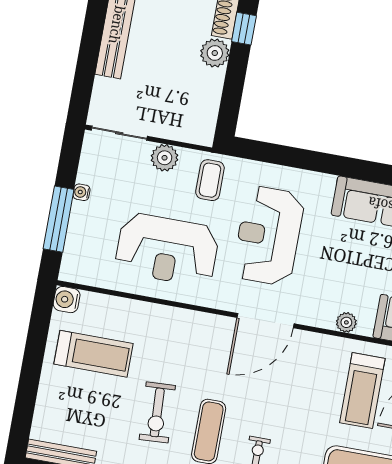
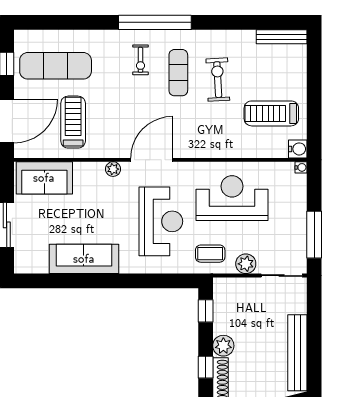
window: (230, 104) -> (206, 311), added
coffee table: (210, 180) -> (210, 254), turned 90
water cooler: (82, 192) -> (301, 167), moved
window: (59, 219) -> (314, 235), moved
plant: (346, 322) -> (113, 169), moved

